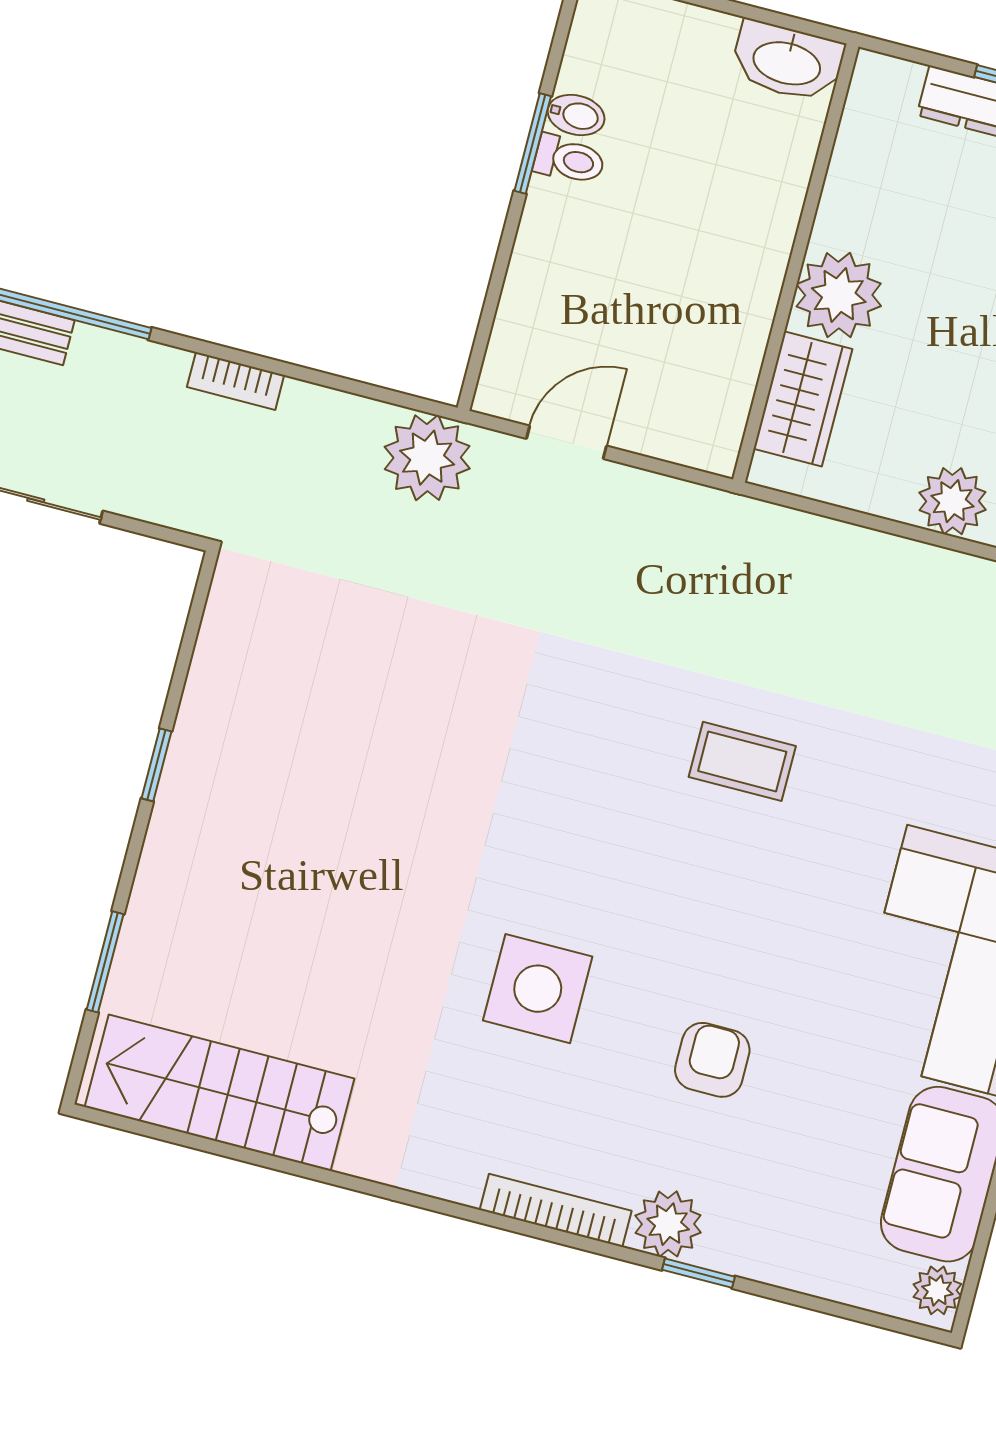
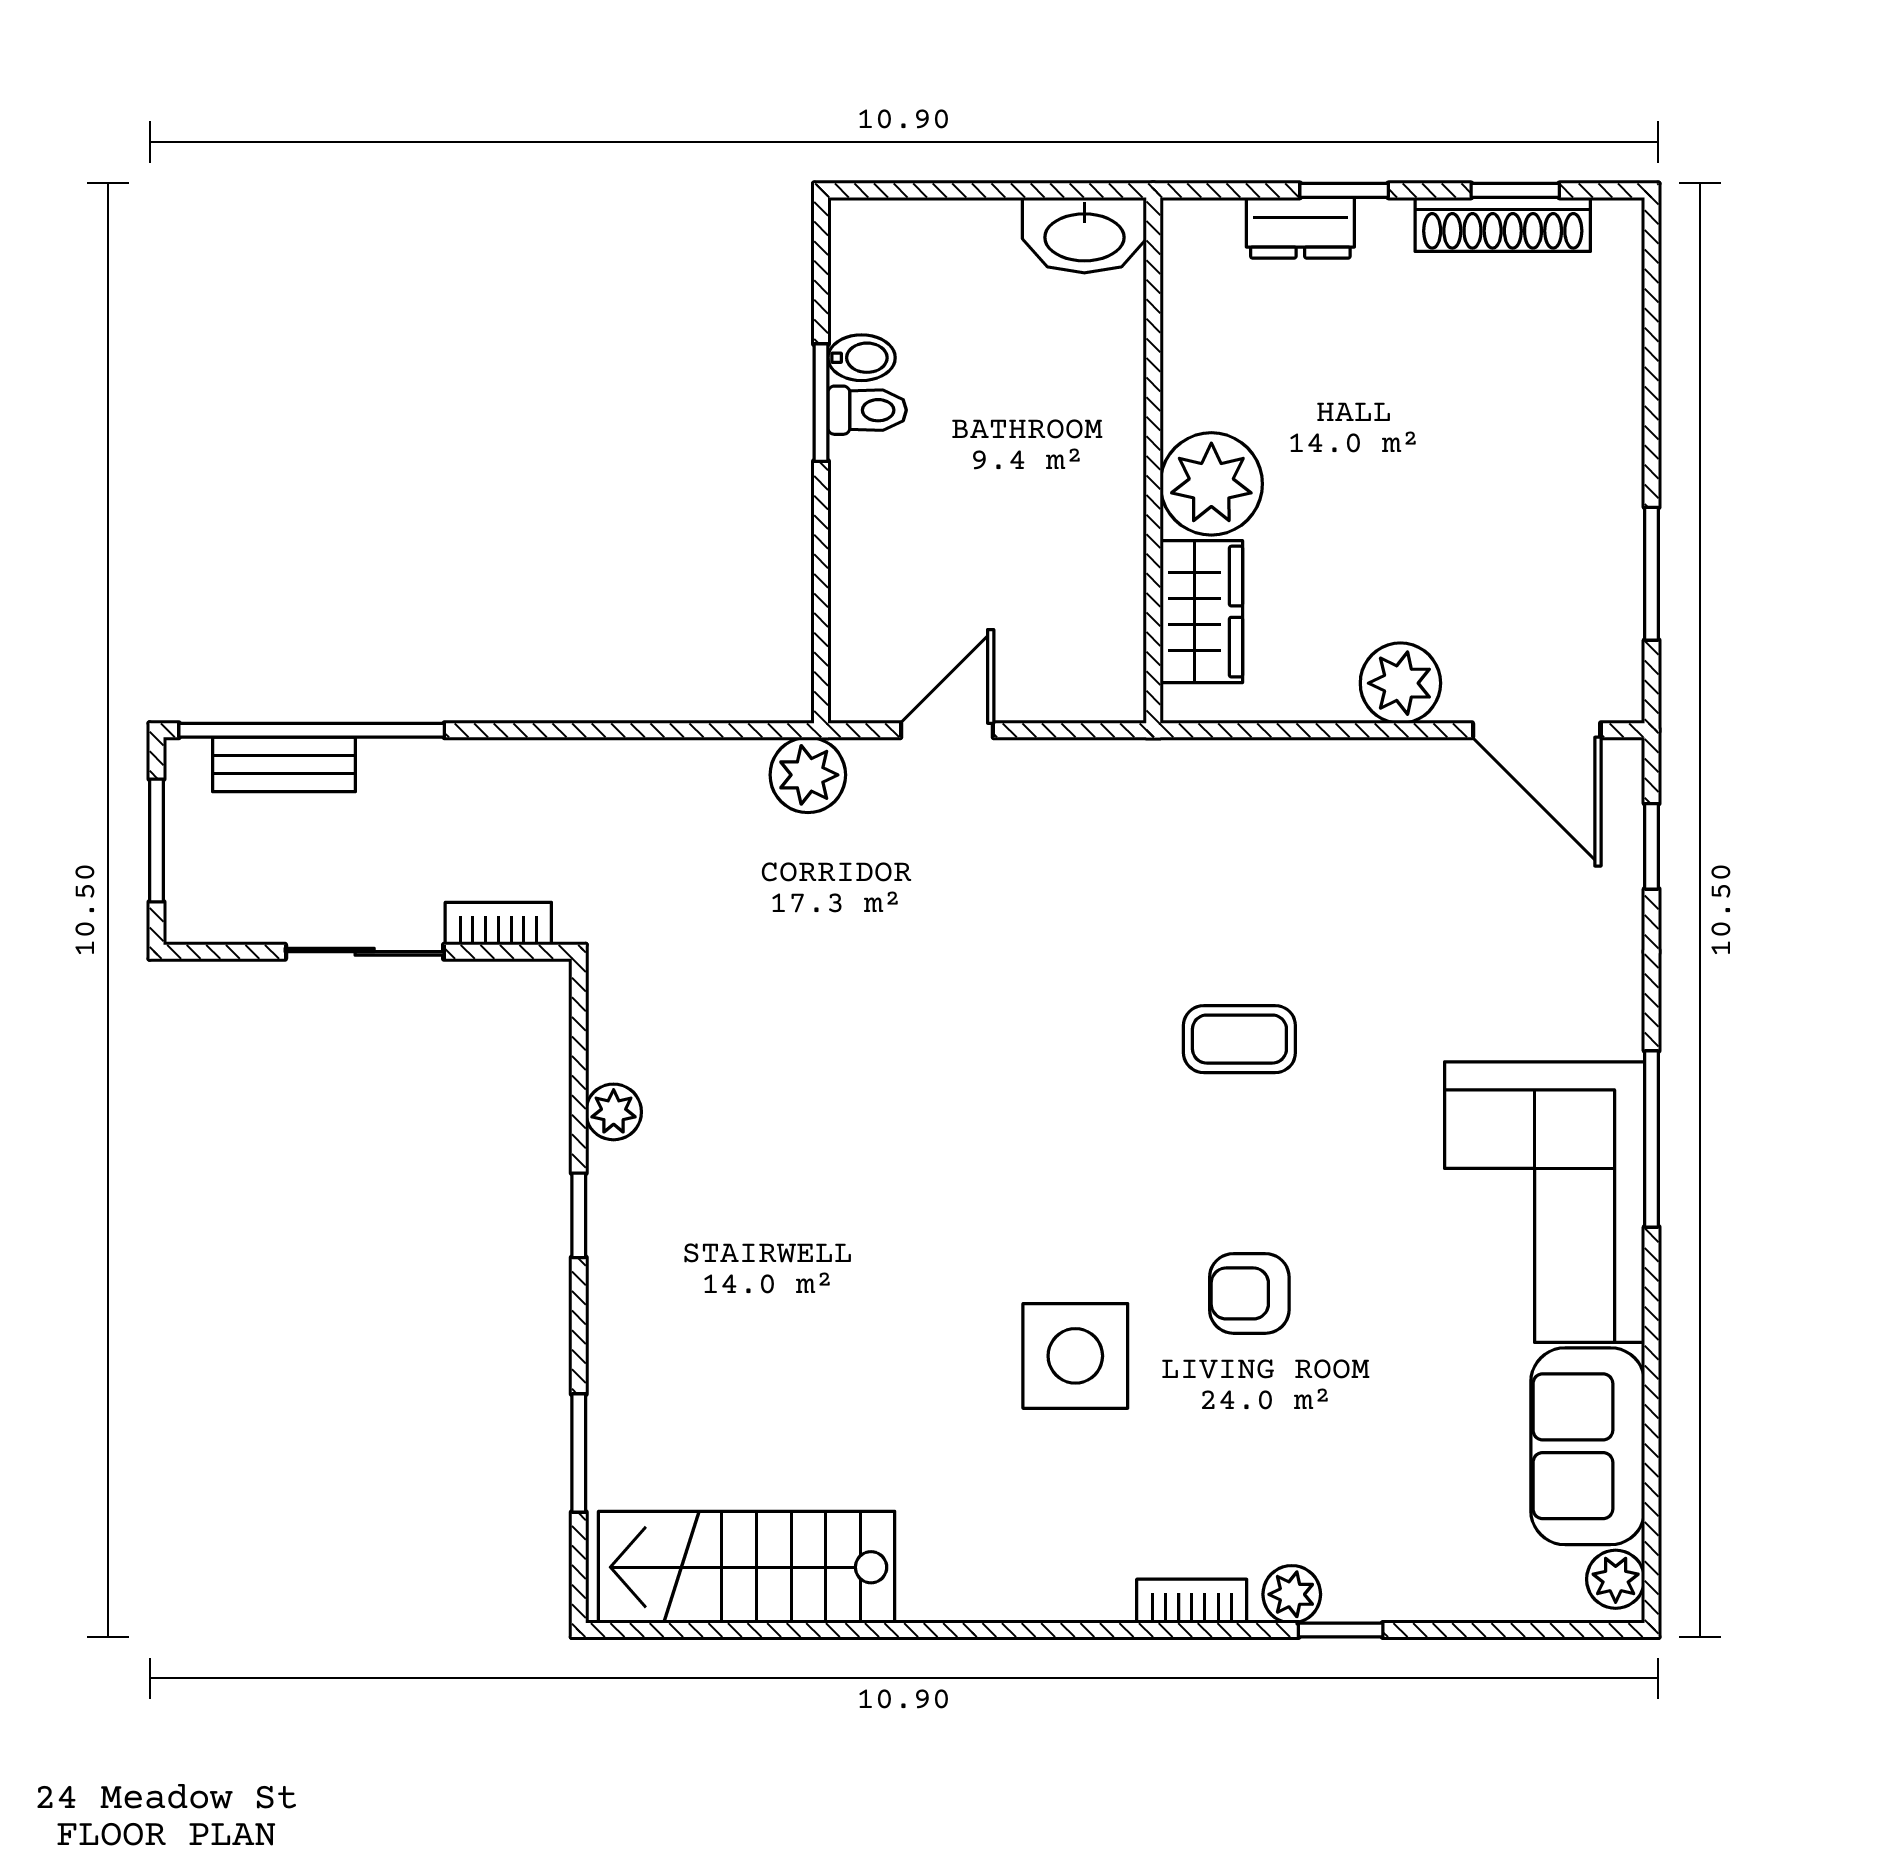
bookcase: (236, 381) -> (498, 924), moved, turned 180
plant: (427, 458) -> (808, 775), width x0.73, depth x0.73
plant: (208, 687) -> (614, 1112), added
armchair: (712, 1060) -> (1249, 1293), moved, turned -90
bookcase: (556, 1210) -> (1192, 1601), width x0.64
plant: (668, 1224) -> (1292, 1594), width x0.73, depth x0.73

